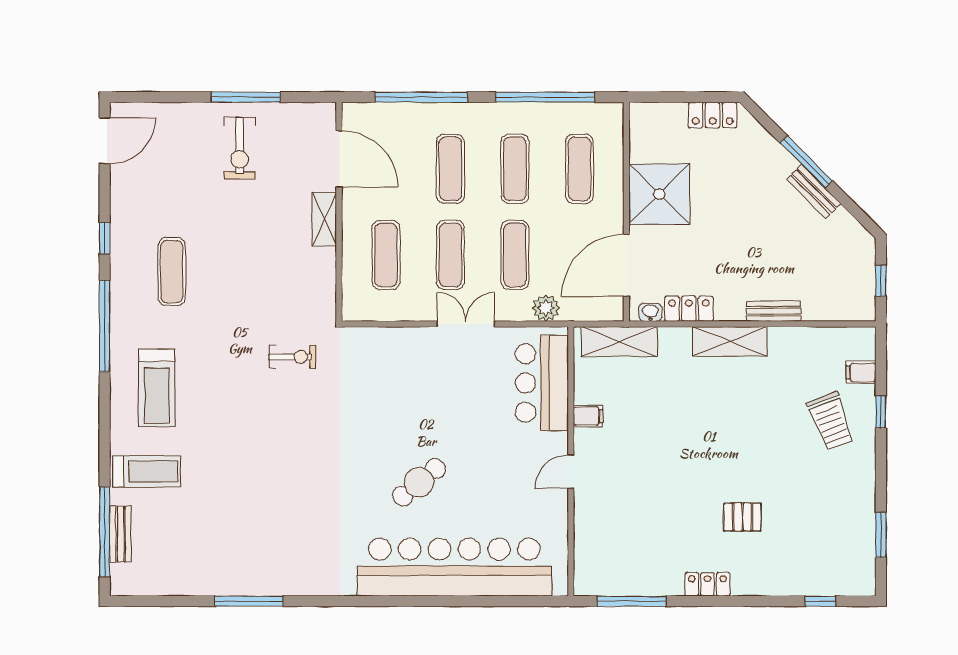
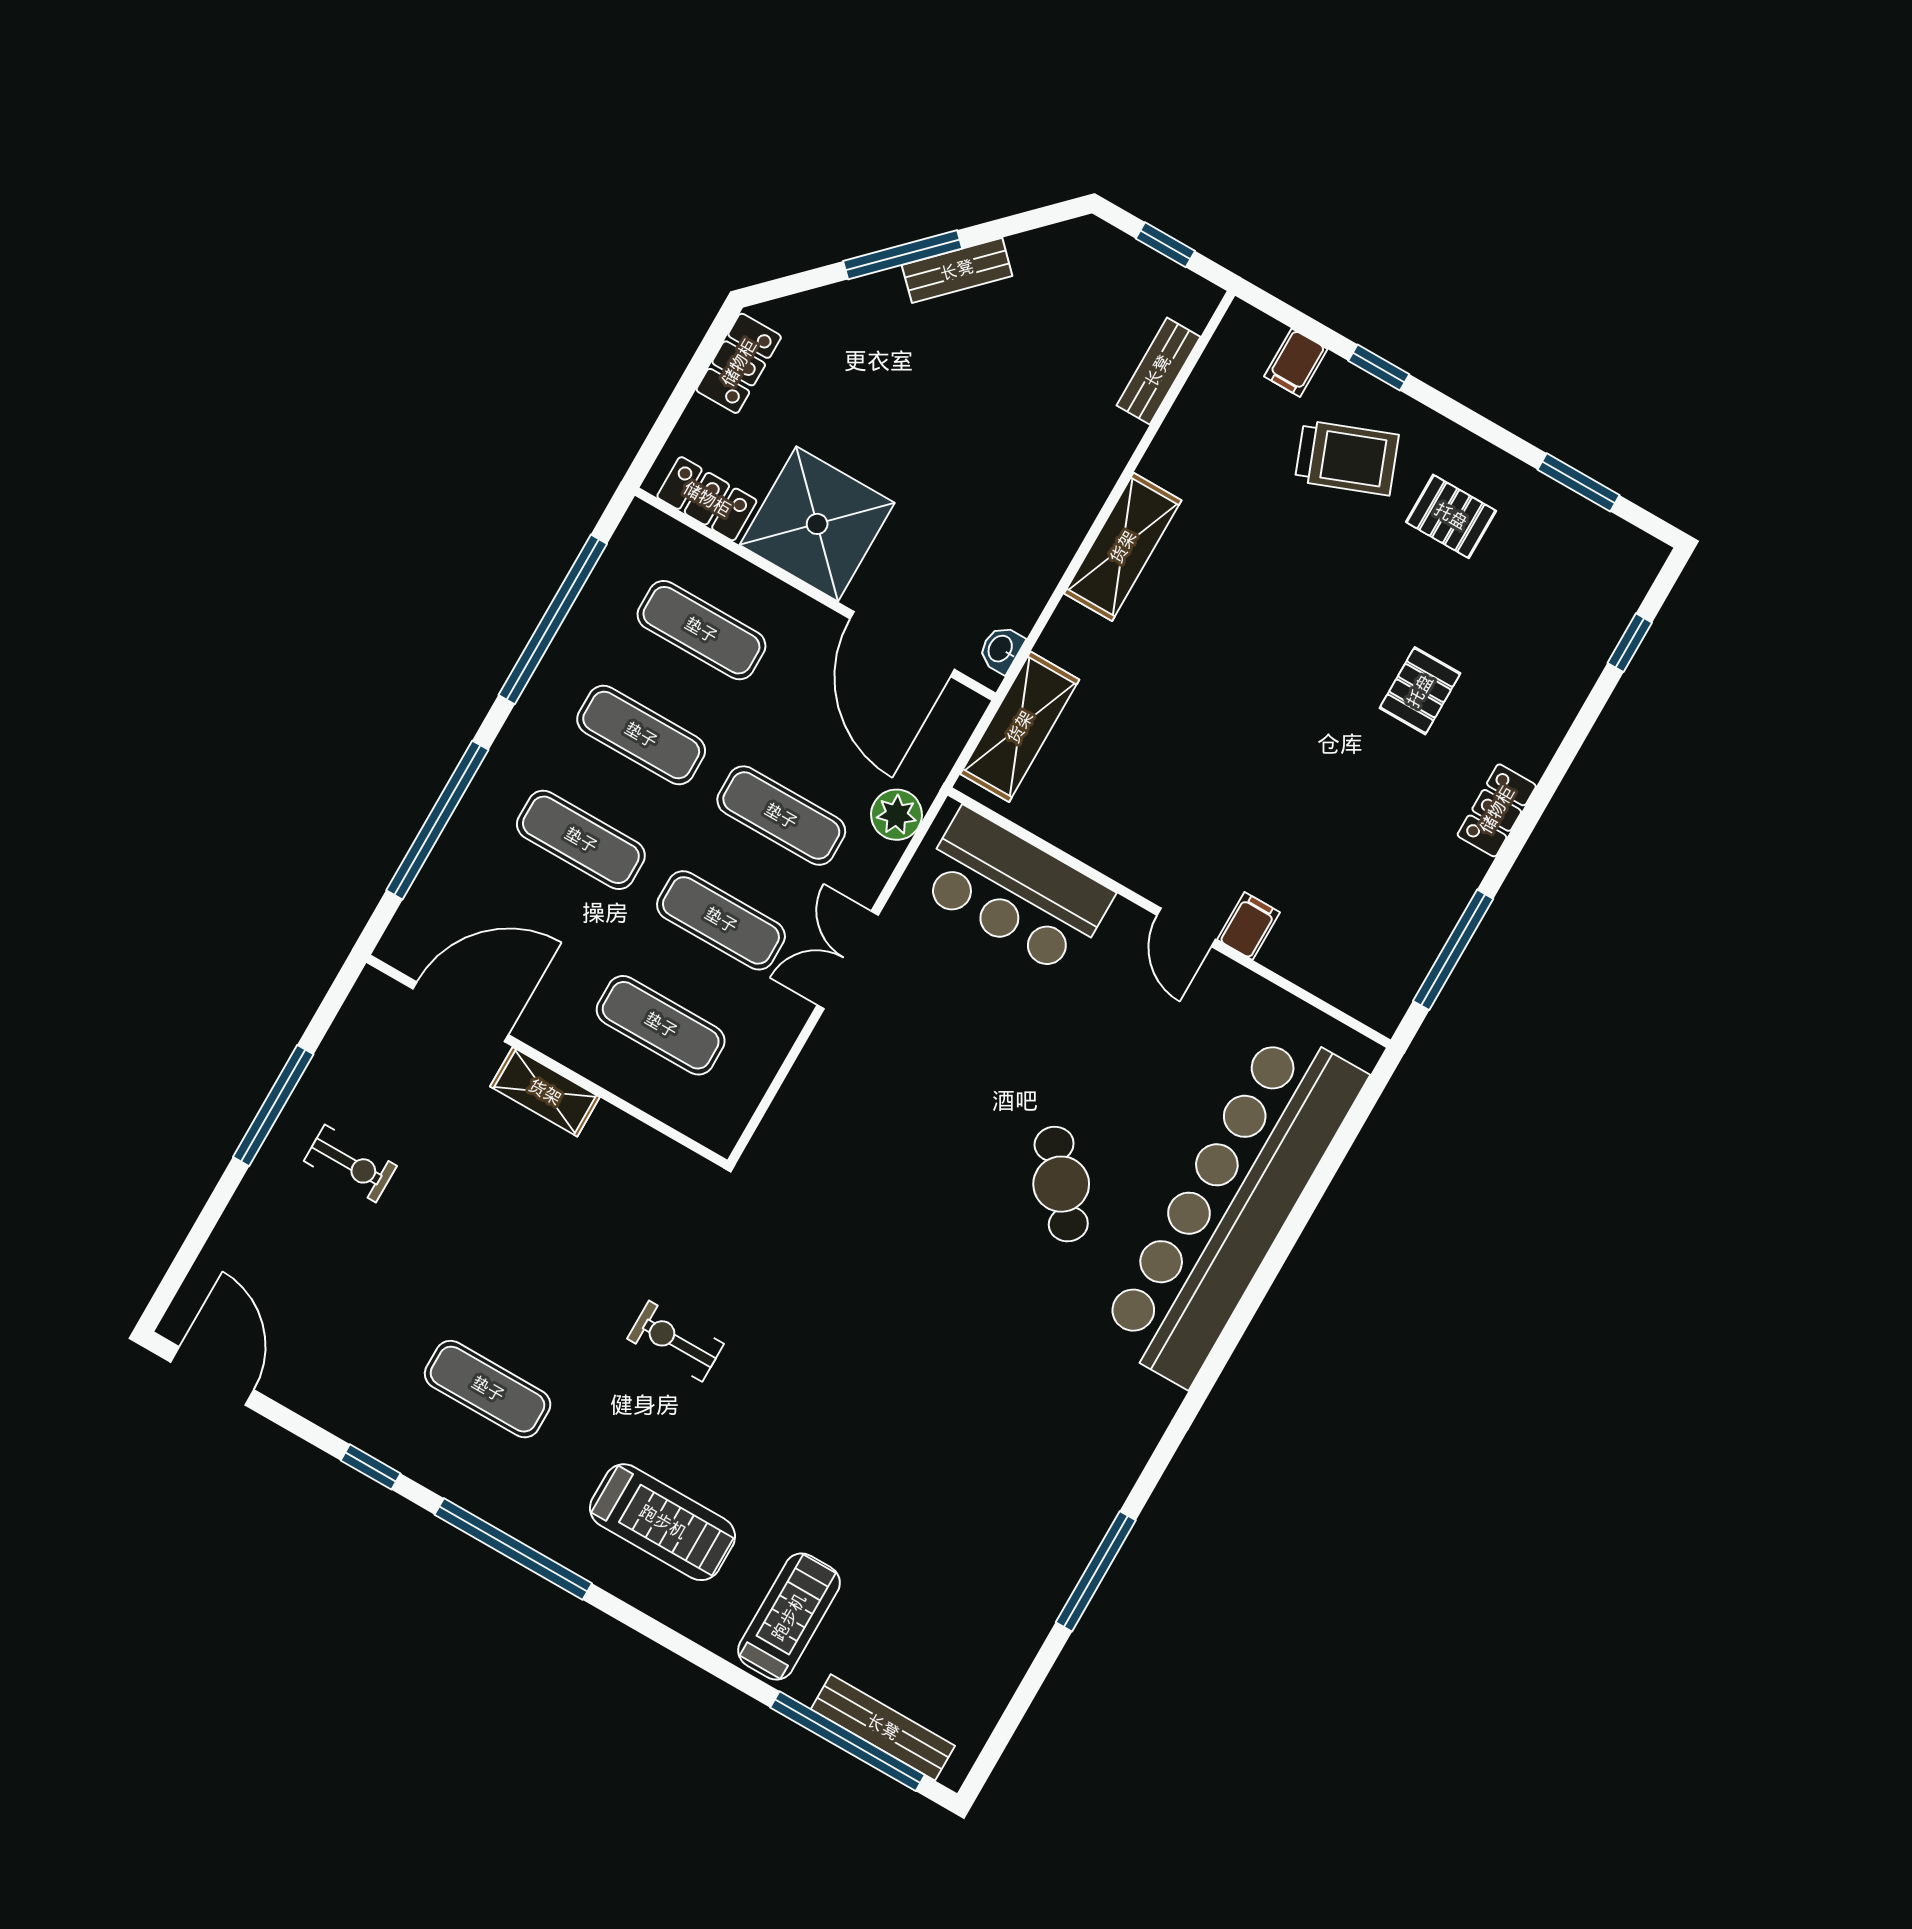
exercise bike: (240, 148) -> (350, 1163), width x0.73, depth x0.72
locker: (689, 309) -> (707, 499), moved, turned 90
bench: (774, 311) -> (1158, 371), moved
exercise bike: (292, 357) -> (676, 1341), moved, turned -90
filing cabinet: (588, 416) -> (1249, 926), moved
pallet: (831, 485) -> (1451, 516), added
bench: (120, 534) -> (883, 1727), width x1.36

